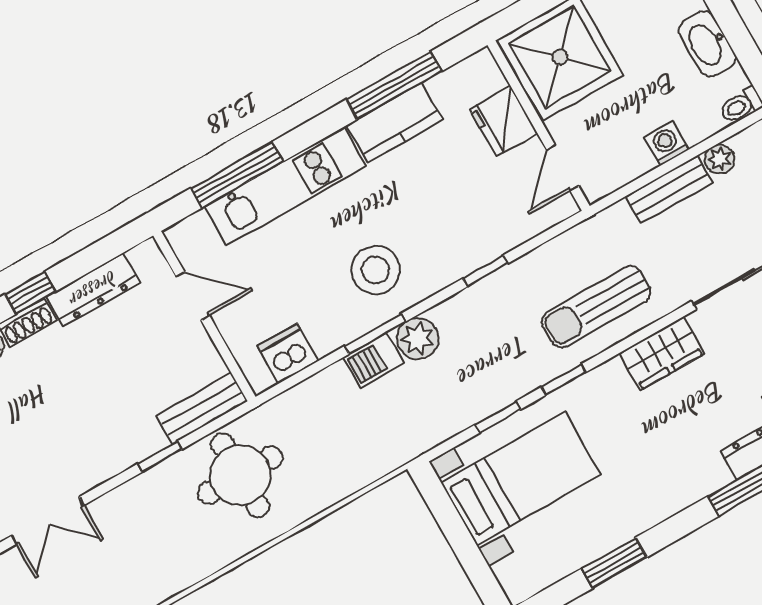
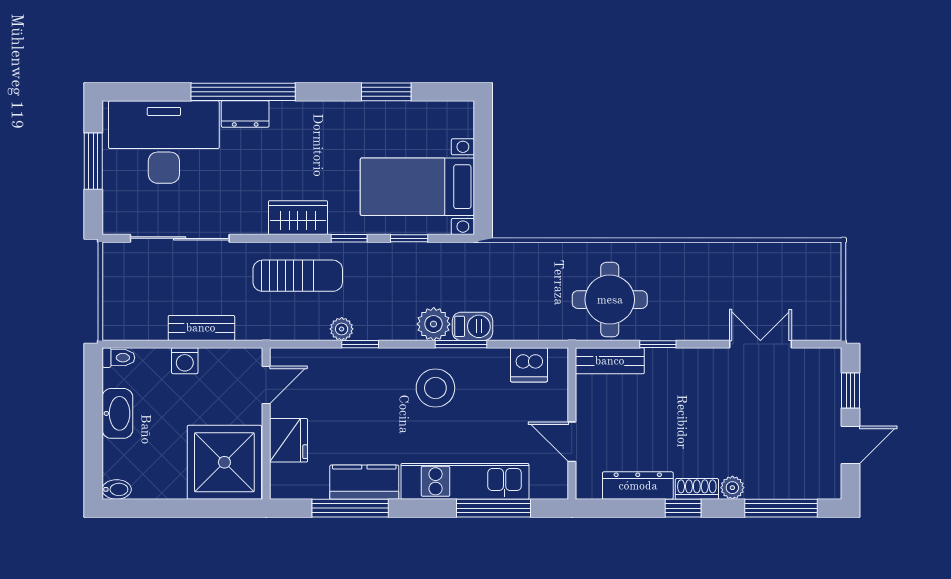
plant: (720, 159) -> (342, 329), moved
wardrobe: (662, 353) -> (298, 218), moved

